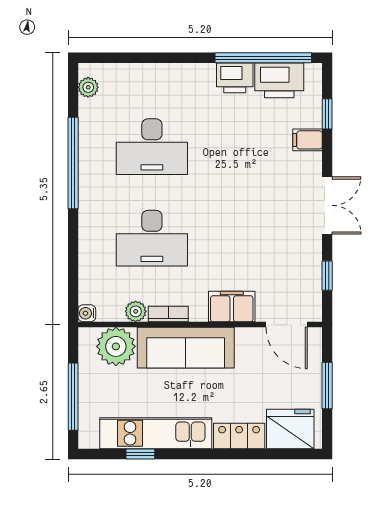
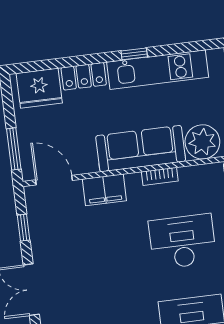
plant: (136, 311) -> (189, 175), removed
window: (327, 386) -> (14, 149), moved
window: (140, 454) -> (134, 54), moved

